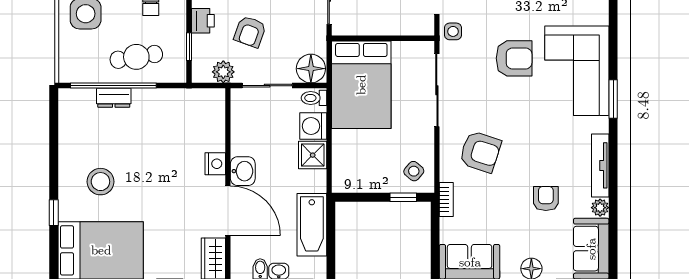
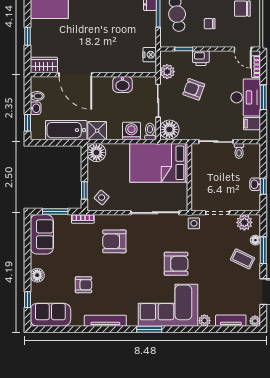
armchair: (514, 58) -> (176, 264), turned -90
armchair: (480, 152) -> (114, 241), turned 72
shower: (313, 155) -> (97, 131), moved
nightstand: (215, 164) -> (150, 55), moved, turned -90
washbasin: (243, 171) -> (122, 84), moved
floor lamp: (346, 179) -> (96, 152), added
plant: (600, 208) -> (204, 321), moved
door: (228, 211) -> (75, 75), hinge flipped
window: (435, 241) -> (55, 212), added

